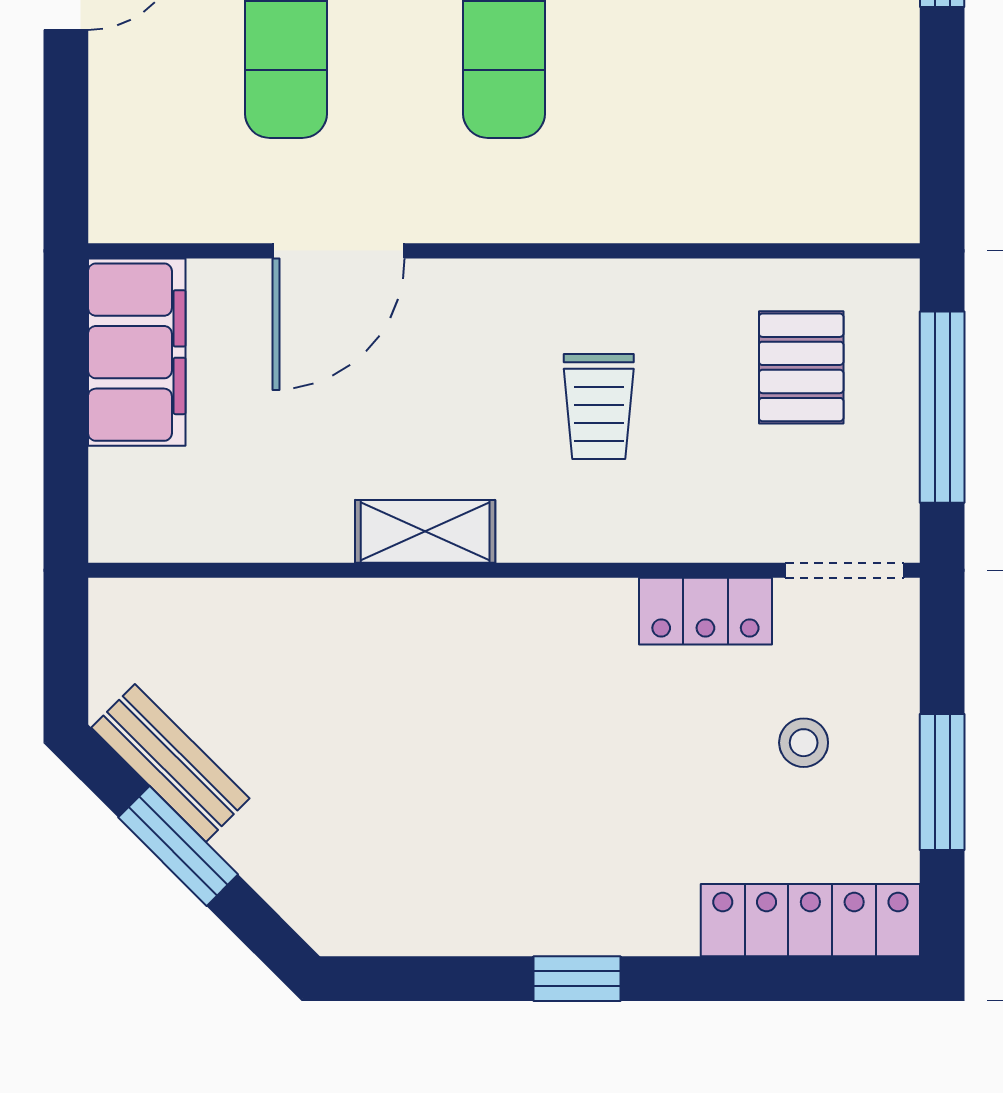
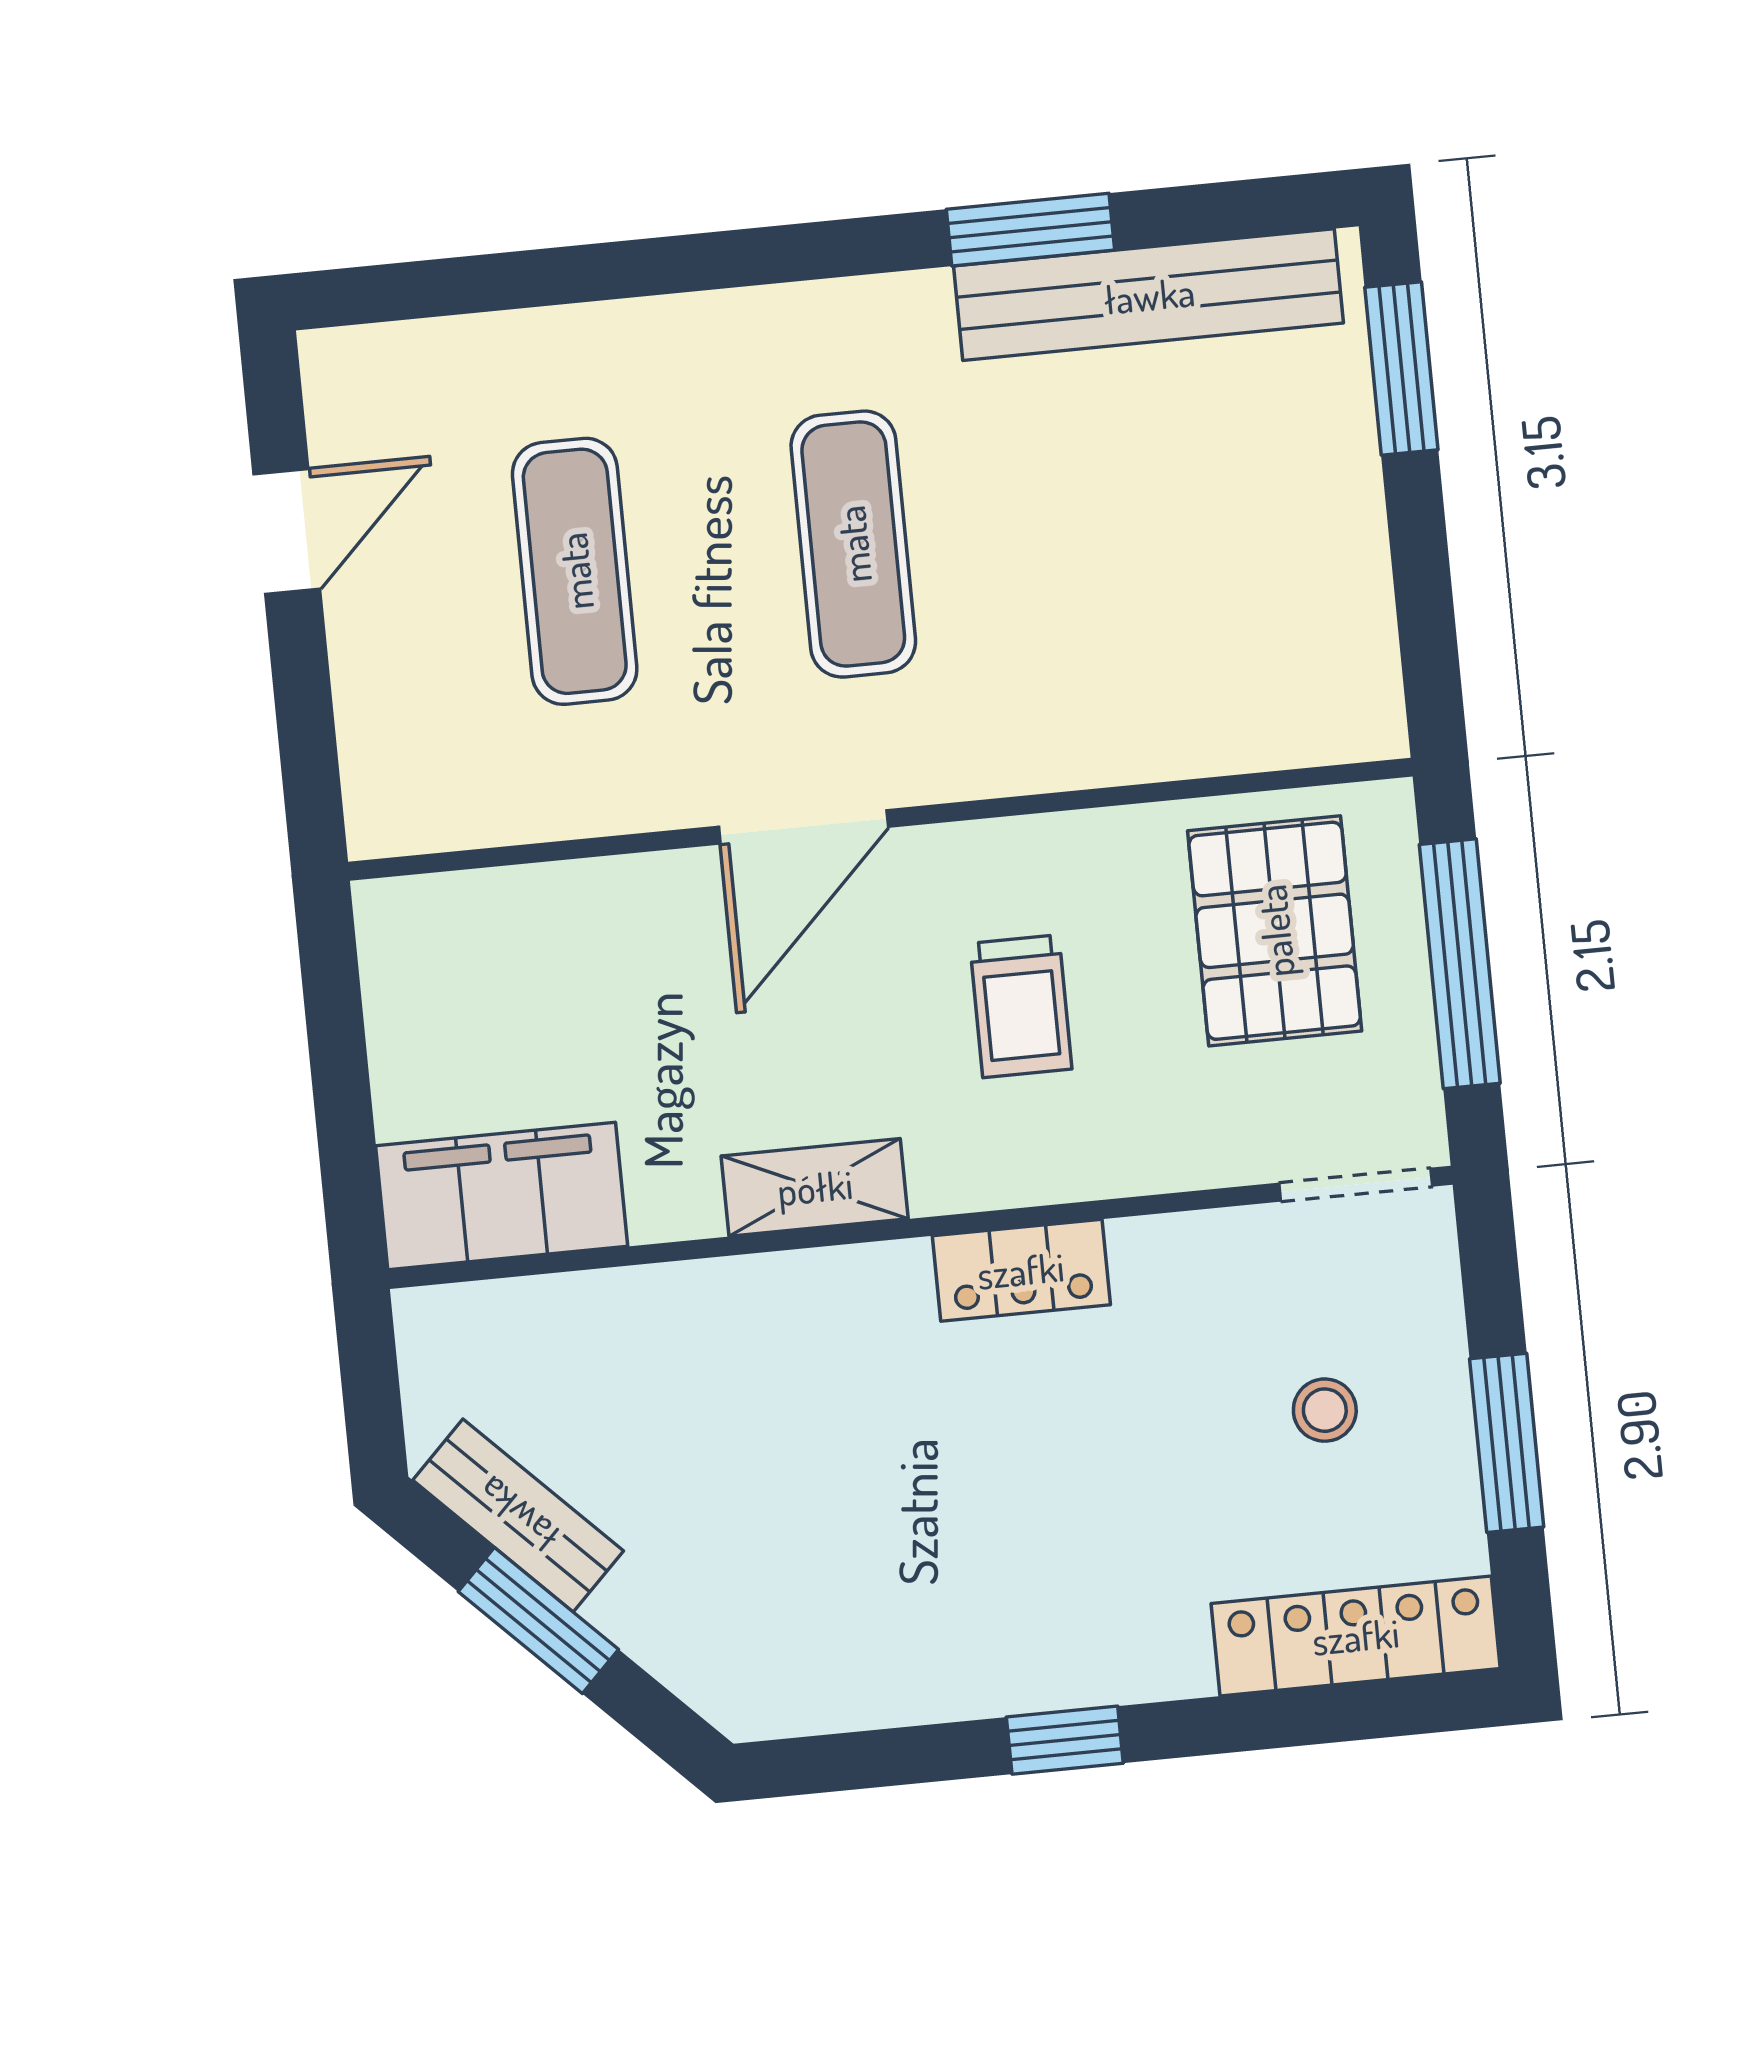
door: (339, 251) -> (803, 827), moved
filing cabinet: (137, 352) -> (502, 1196), moved, turned -90
pallet: (801, 367) -> (1275, 931), width x1.50, depth x1.42
locker: (705, 611) -> (1021, 1270), moved

